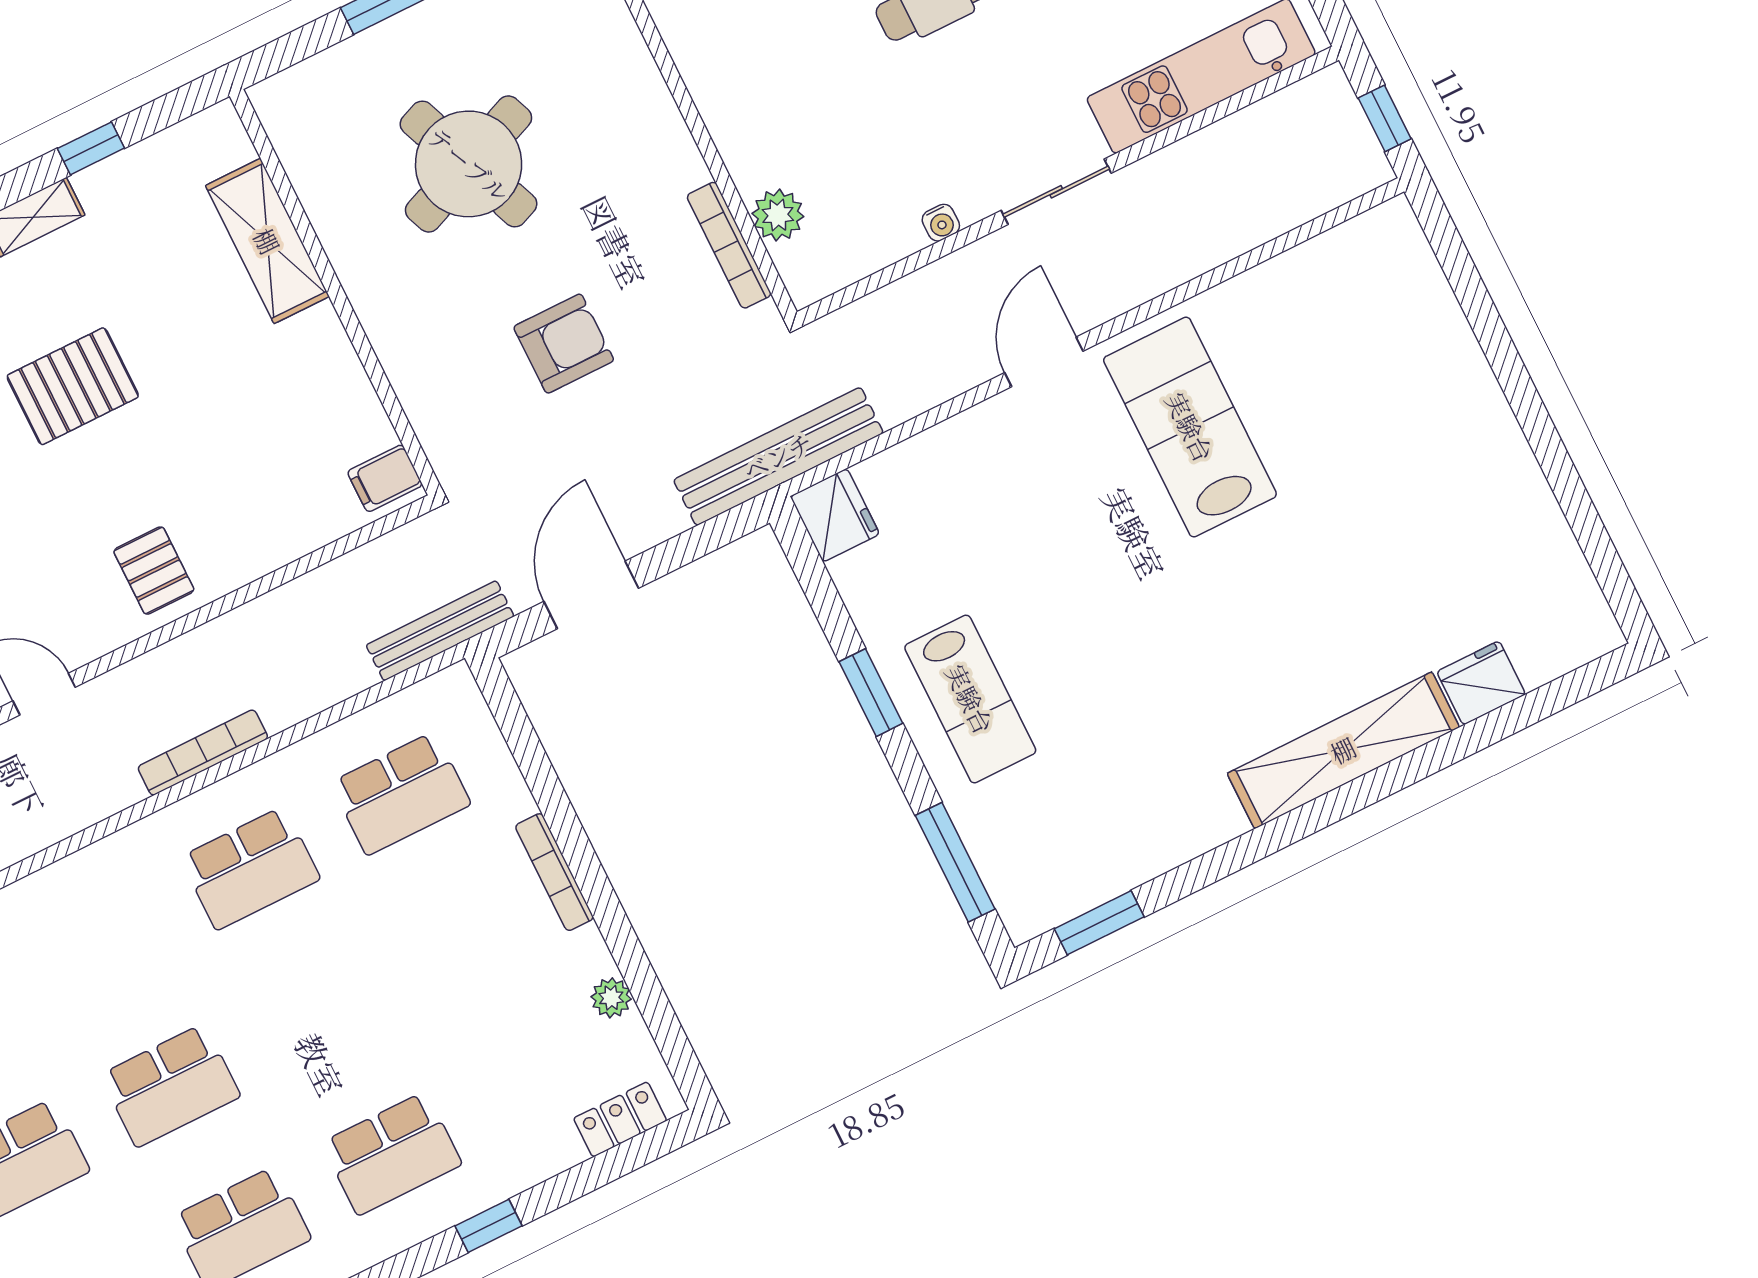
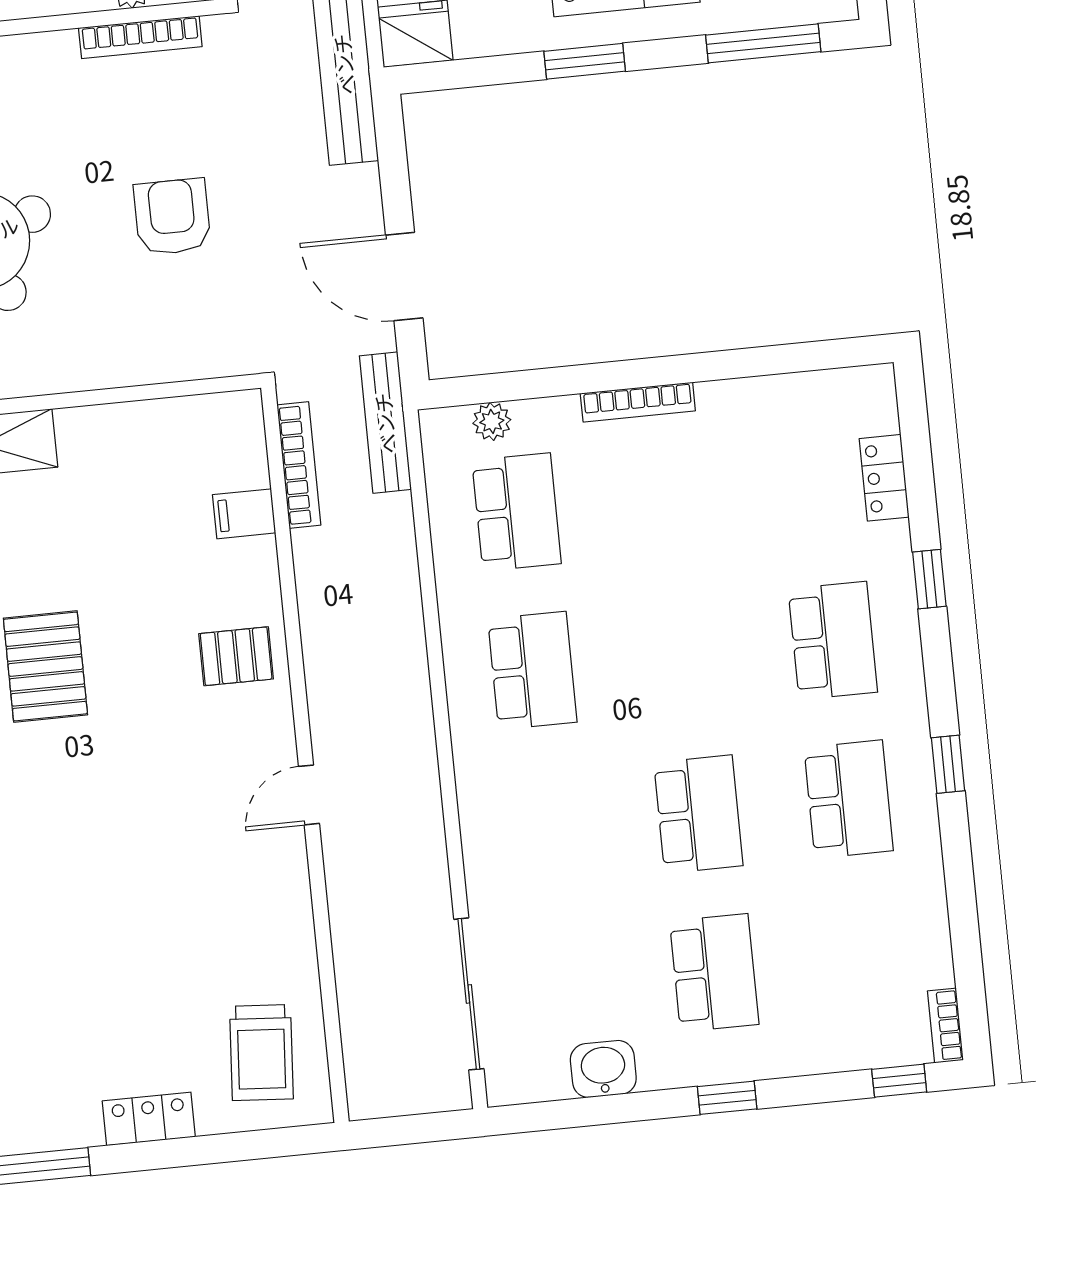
filing cabinet: (385, 478) -> (244, 514), moved, turned 90
bookcase: (203, 753) -> (299, 465), moved, turned 180
plant: (611, 998) -> (492, 421), moved
locker: (620, 1119) -> (884, 478), moved

